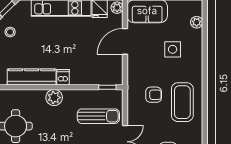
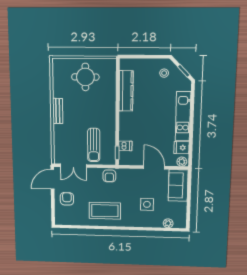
dishwasher: (63, 77) -> (125, 146), moved
armchair: (154, 95) -> (109, 176), moved
plant: (54, 98) -> (109, 109), removed

